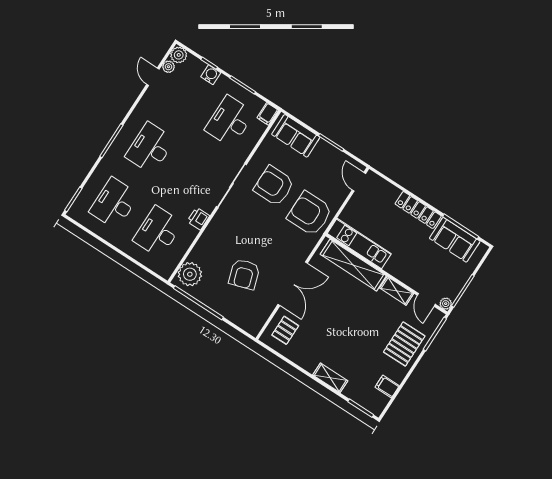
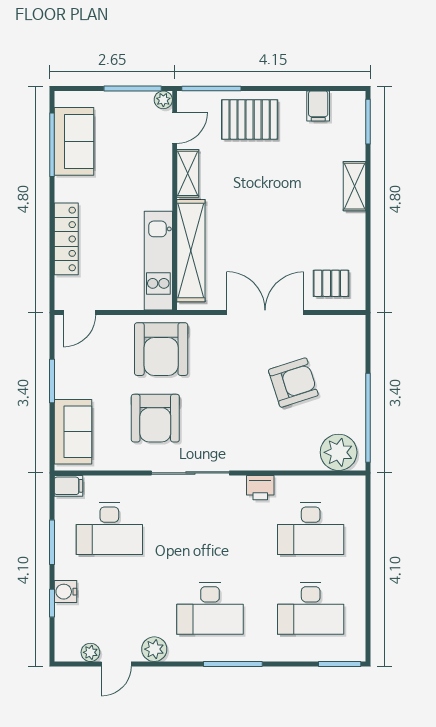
plant: (179, 55) -> (154, 649), moved
locker: (418, 210) -> (66, 239), moved

